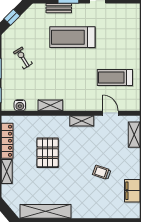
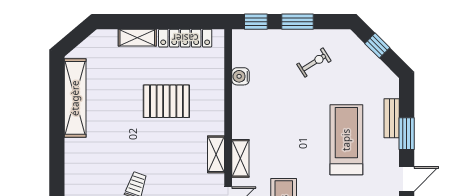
water cooler: (20, 105) -> (240, 76), moved
shelving: (50, 105) -> (240, 158), moved

